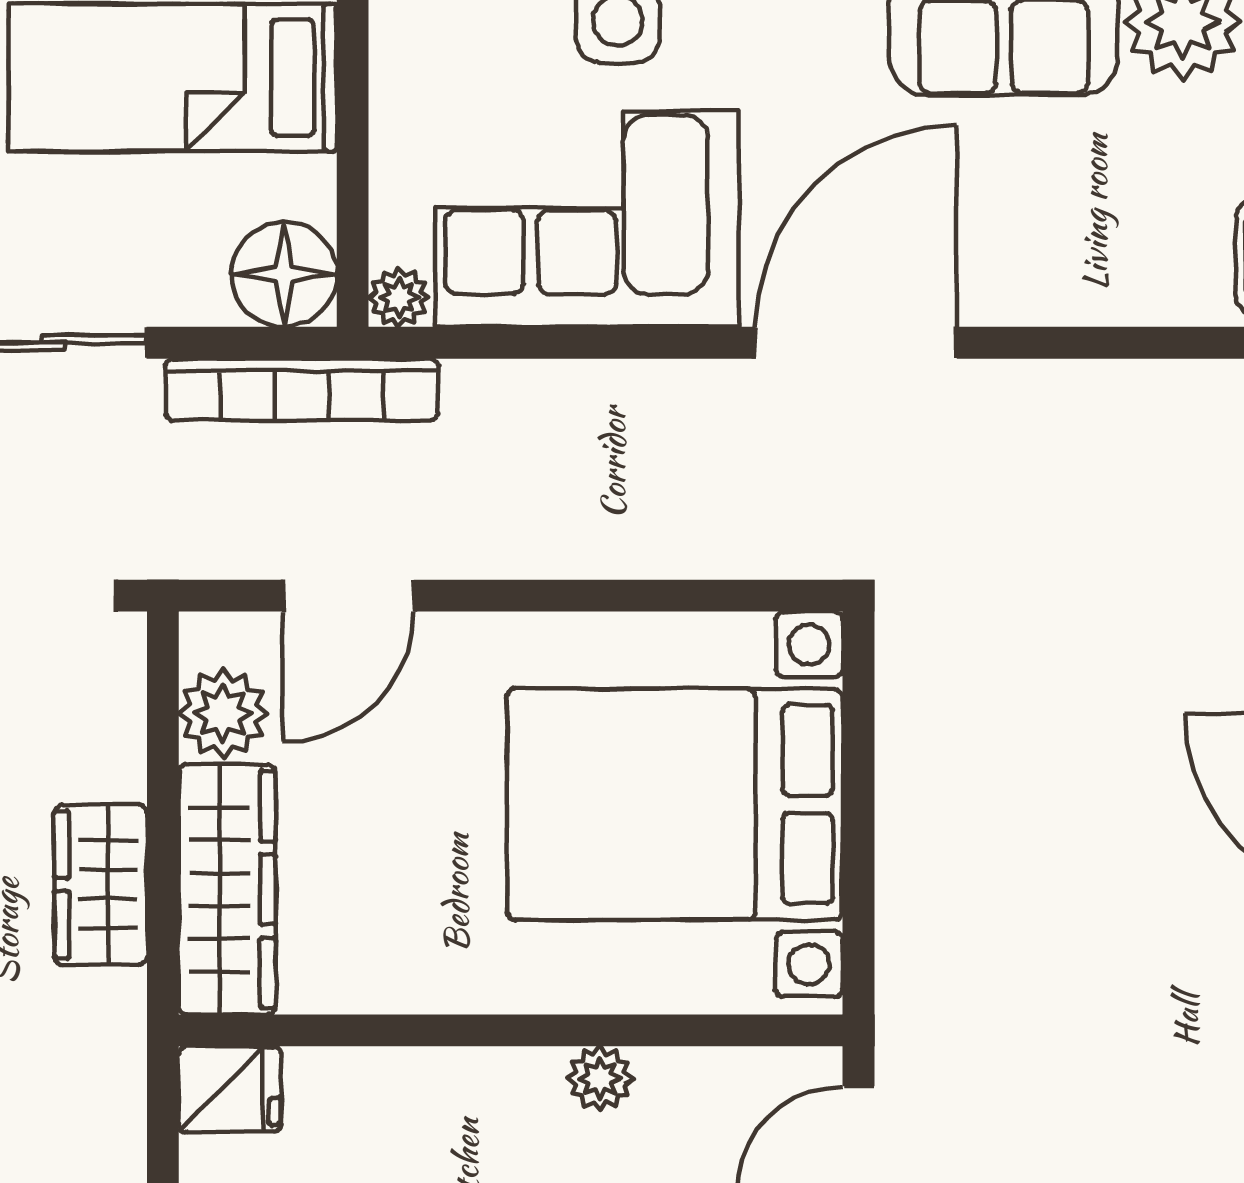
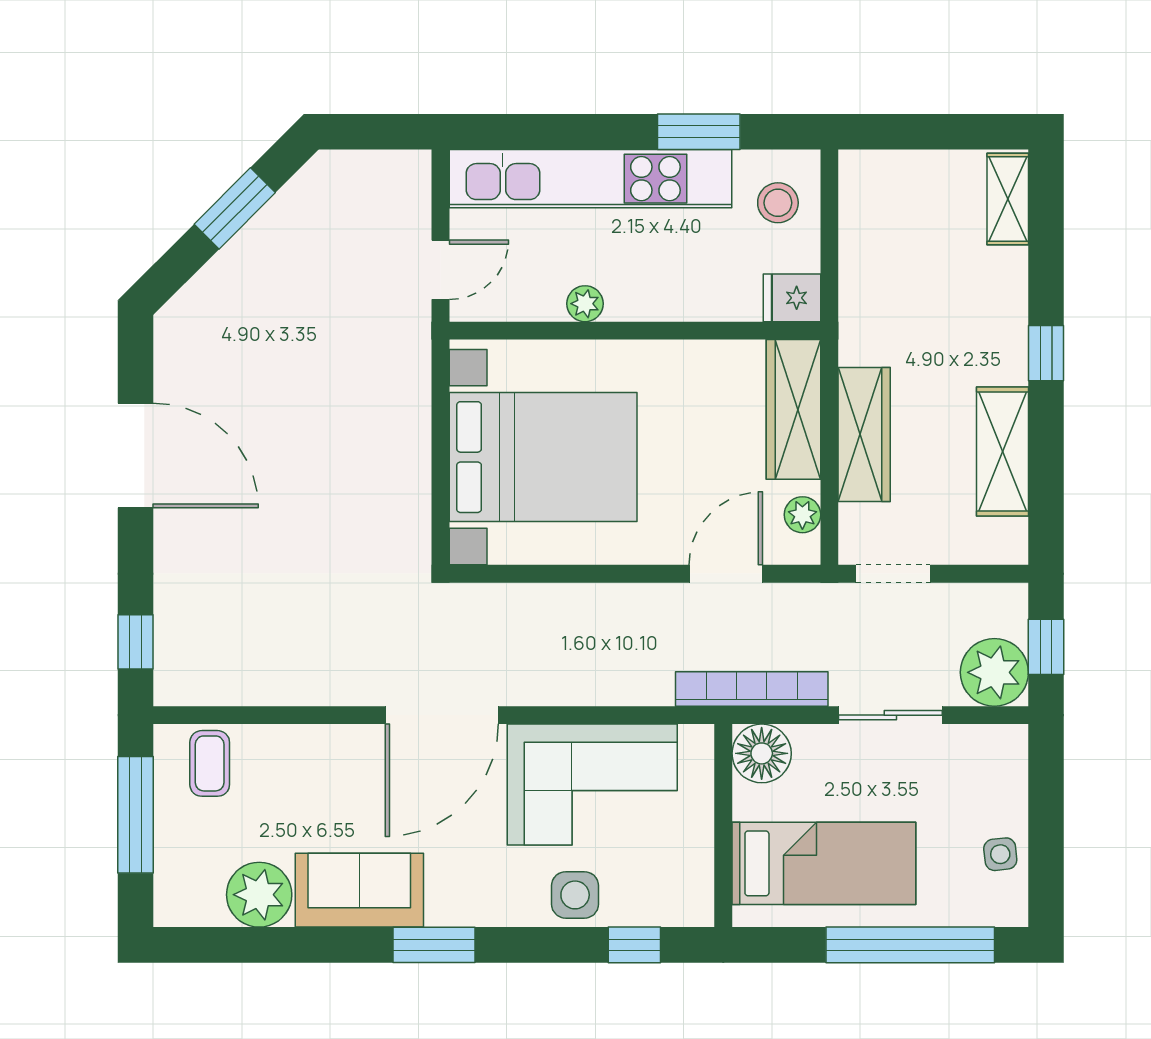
plant: (399, 297) -> (697, 741), removed
plant: (223, 713) -> (802, 515), width x0.73, depth x0.73
wardrobe: (101, 885) -> (864, 435), width x1.50

